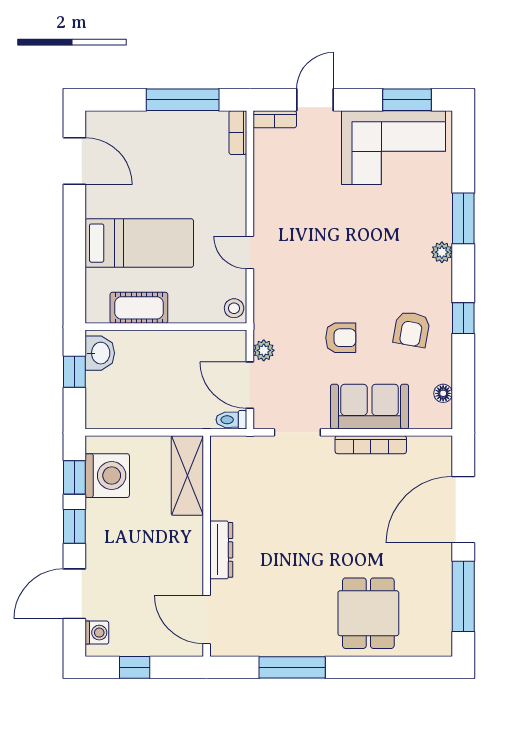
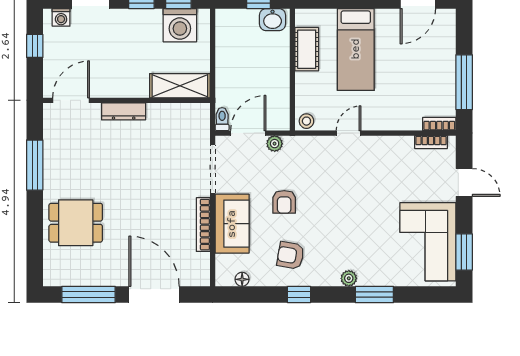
bookcase: (275, 119) -> (431, 142), moved, turned -90
doorway: (297, 432) -> (213, 169), width x1.38

